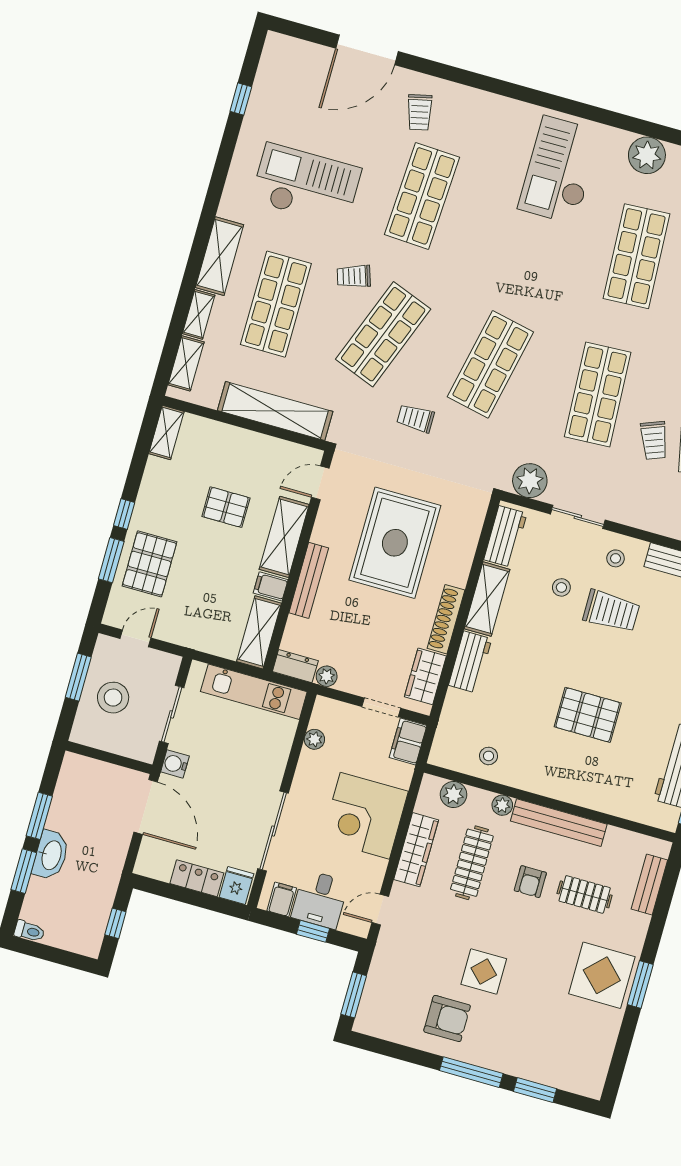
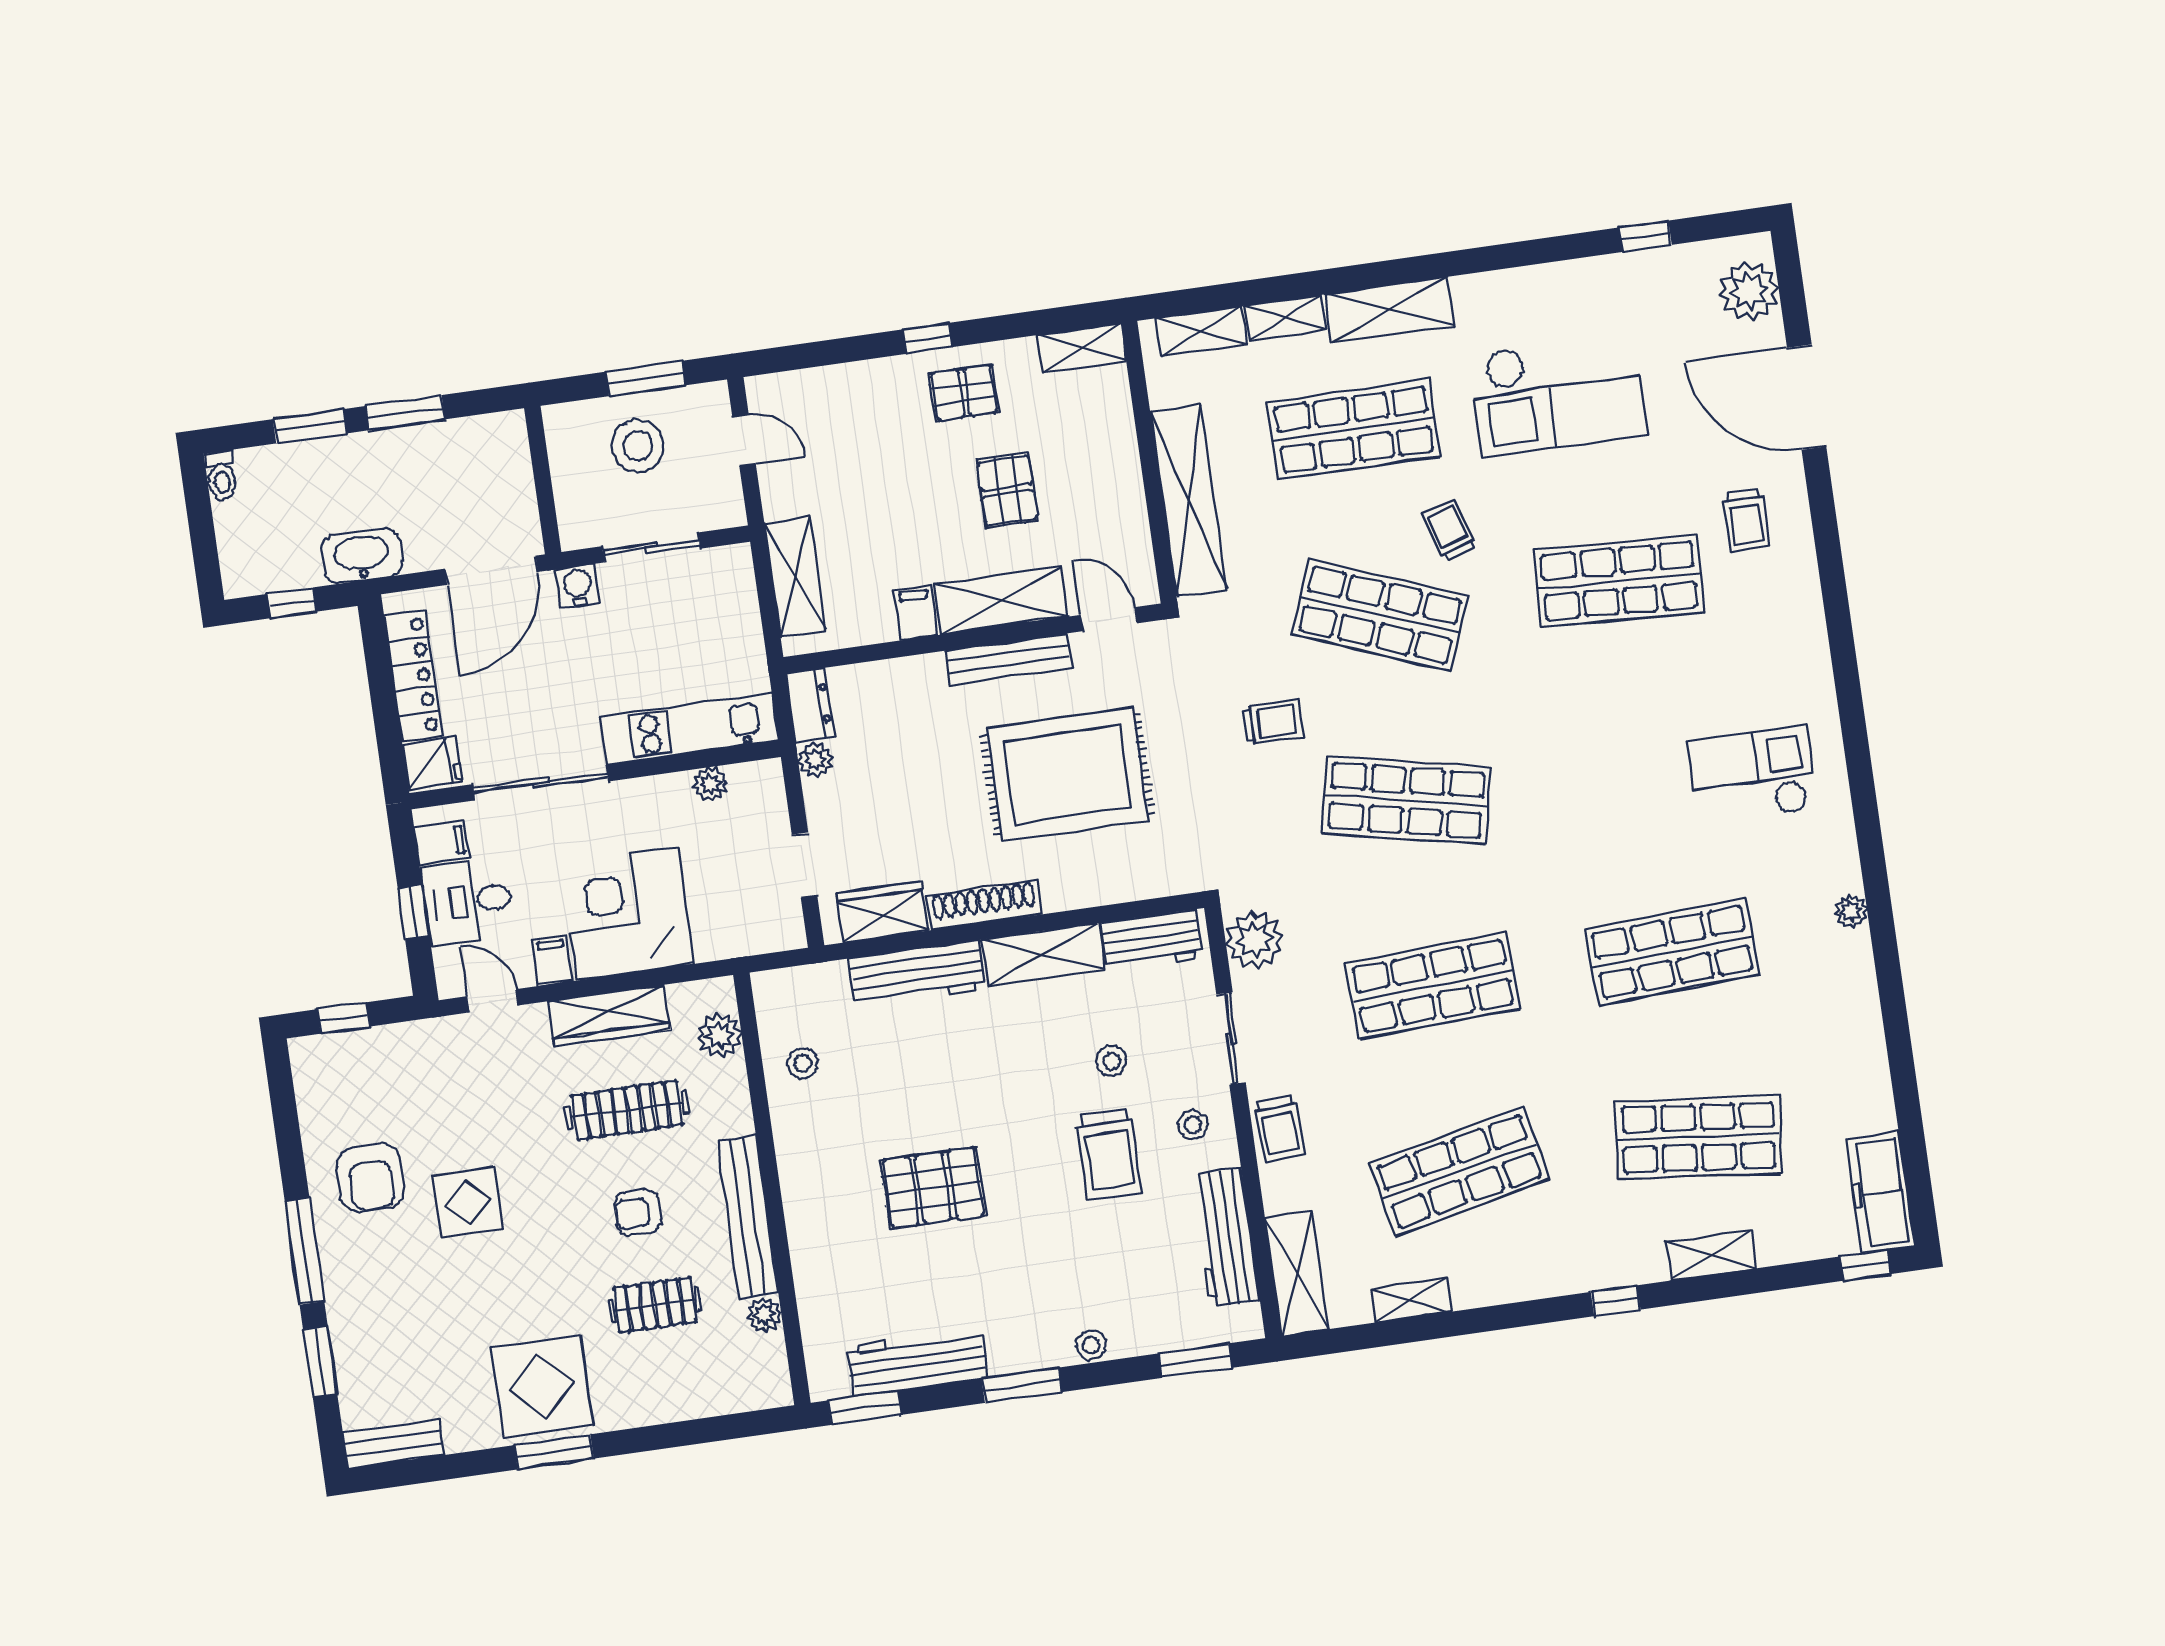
plant: (296, 56) -> (1749, 291), added
trolley: (420, 112) -> (1746, 520), turned -77
plant: (647, 155) -> (1851, 912), width x0.53, depth x0.53
checkout: (560, 170) -> (1752, 775), width x0.73, depth x0.83
checkout: (306, 185) -> (1558, 395), turned 90
trolley: (416, 418) -> (1273, 722), turned 90
trolley: (654, 440) -> (1280, 1129), moved, turned -72
window: (111, 560) -> (848, 350), removed
pallet: (150, 564) -> (964, 393), moved, width x0.67, depth x0.71
bench: (309, 580) -> (1008, 659), moved
shelving: (259, 632) -> (795, 577), moved, turned 90
workbench: (470, 662) -> (917, 974), width x1.38
kitchen unit: (254, 692) -> (690, 729), moved, turned 90
pallet: (588, 715) -> (933, 1188), turned 90
filing cabinet: (408, 742) -> (552, 961), moved, width x0.50
plant: (502, 805) -> (764, 1315), moved
washbasin: (51, 855) -> (362, 556), moved, turned 180
locker: (197, 878) -> (414, 676), width x1.53
bench: (649, 885) -> (393, 1444), moved
clothes rail: (585, 894) -> (655, 1305), turned 90
window: (354, 995) -> (343, 1018), width x0.67

